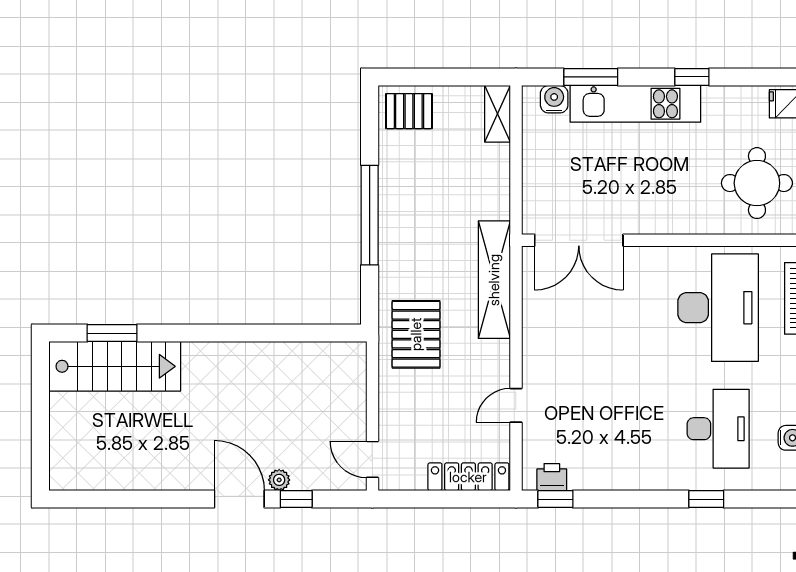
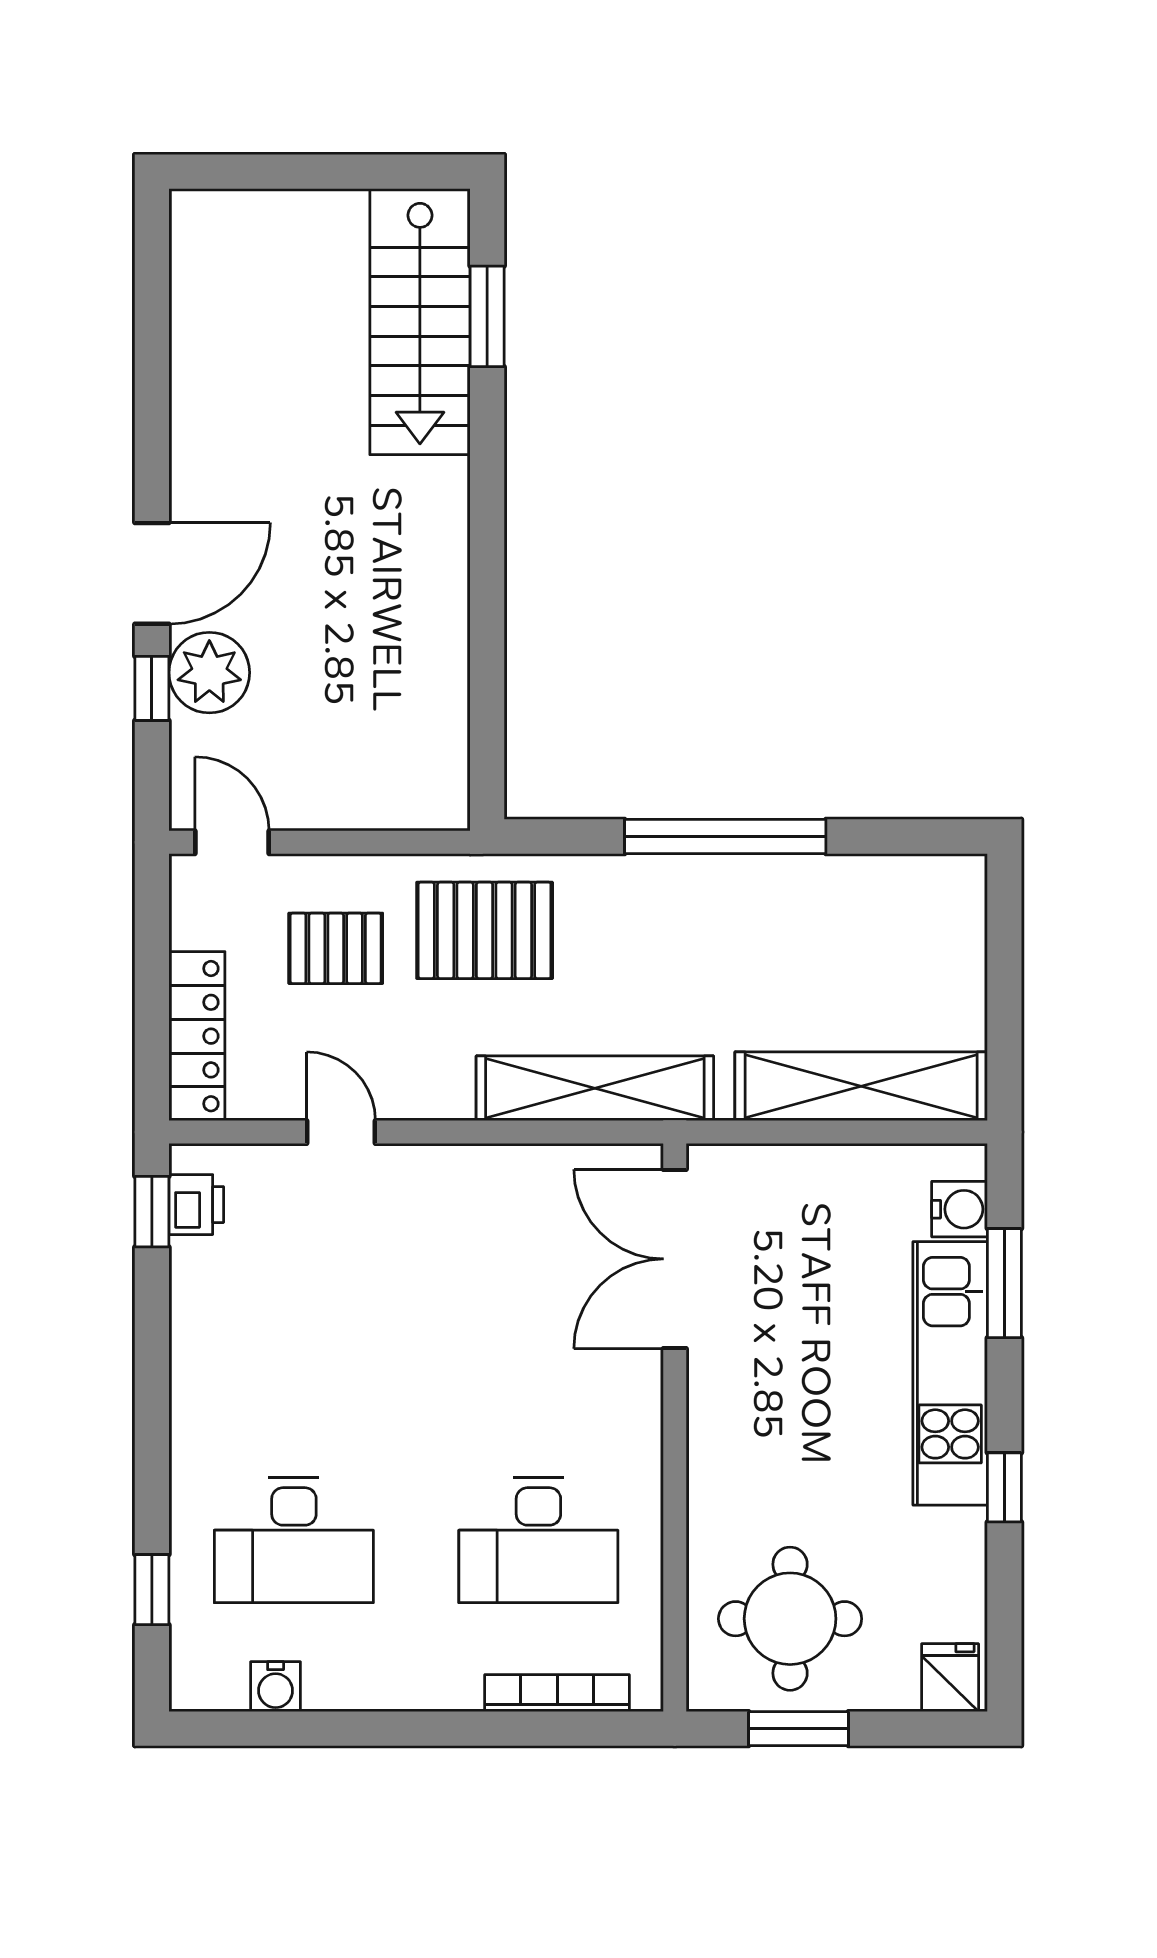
pallet: (409, 111) -> (336, 948), moved, turned 90
shelving: (498, 114) -> (861, 1086), width x2.20, depth x1.33
desk: (718, 308) -> (538, 1540), width x0.73, depth x0.77
door: (372, 459) -> (232, 842), hinge flipped
plant: (279, 480) -> (209, 673), width x1.88, depth x1.88
window: (706, 499) -> (152, 1590), moved

